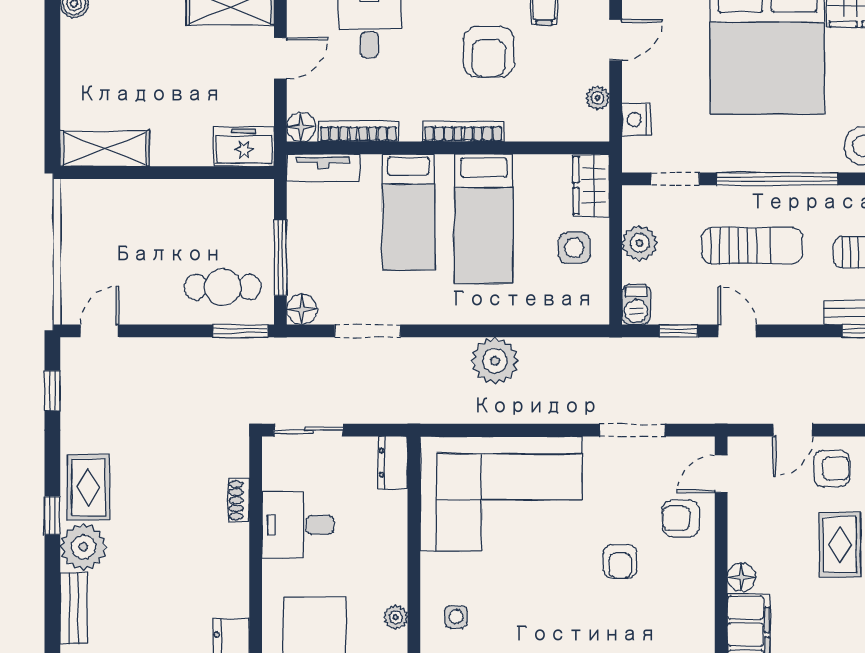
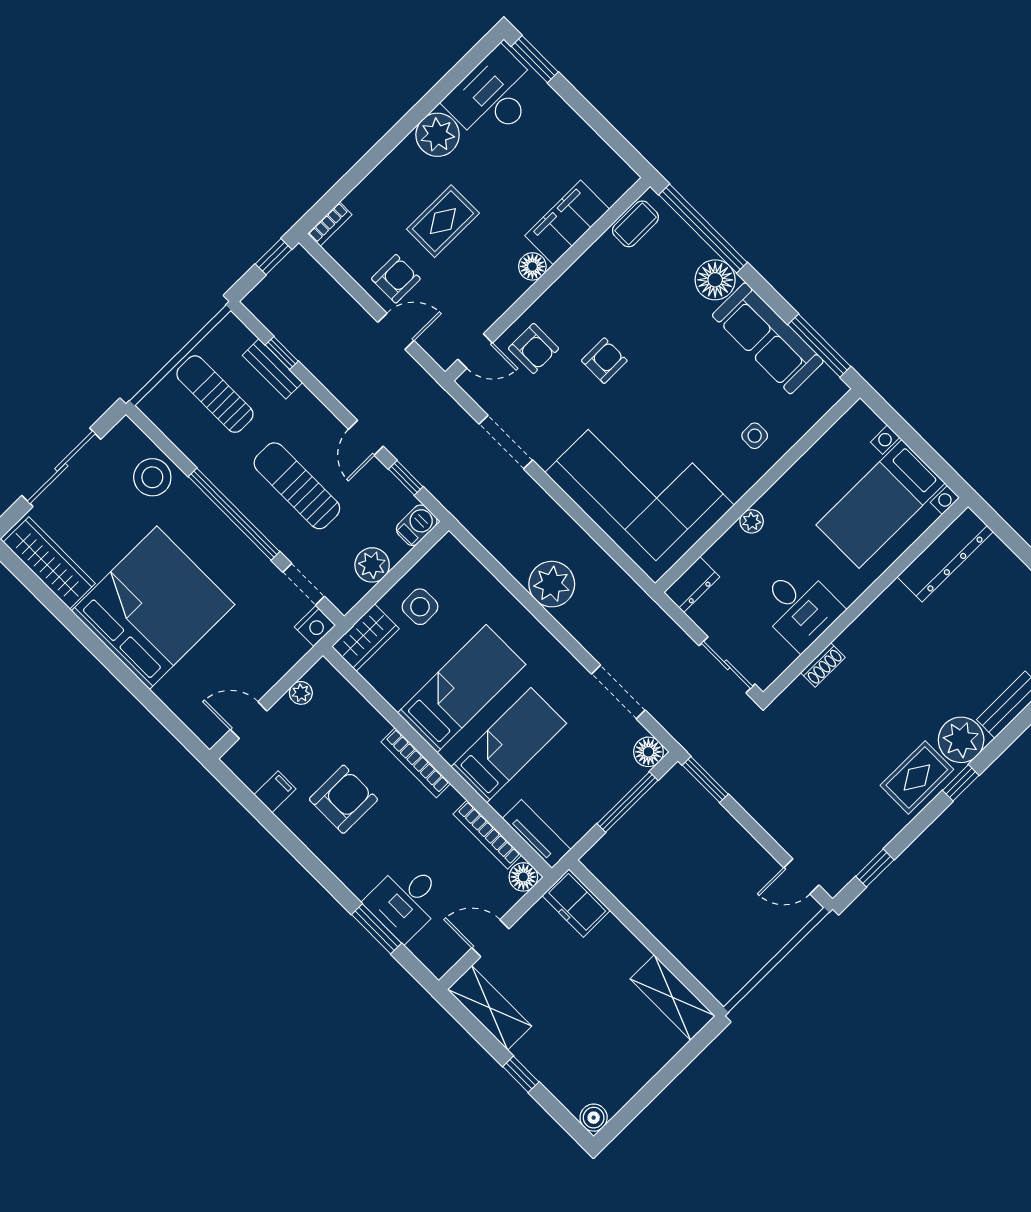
nightstand: (636, 119) -> (315, 626), moved
cafe table: (223, 287) -> (687, 822), removed
armchair: (832, 468) -> (396, 279), turned 90
plant: (396, 617) -> (752, 521), moved

